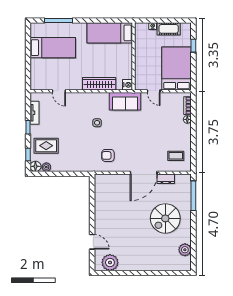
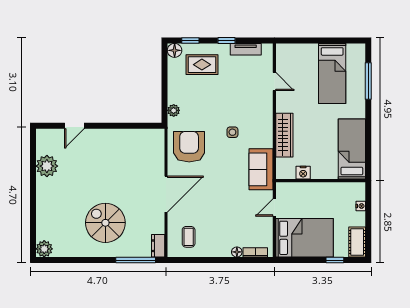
cot: (169, 29) -> (357, 242), moved
nightstand: (128, 85) -> (303, 173), moved
door: (59, 91) -> (274, 81), swing flipped
rug: (46, 146) -> (202, 65), turned 90
armchair: (108, 155) -> (189, 147), width x1.88, depth x1.88
plant: (46, 167) -> (174, 110), moved
door: (144, 173) -> (166, 194), swing flipped
dresser: (166, 179) -> (158, 246), moved
plant: (185, 250) -> (44, 249), moved
plant: (110, 262) -> (47, 166), moved

